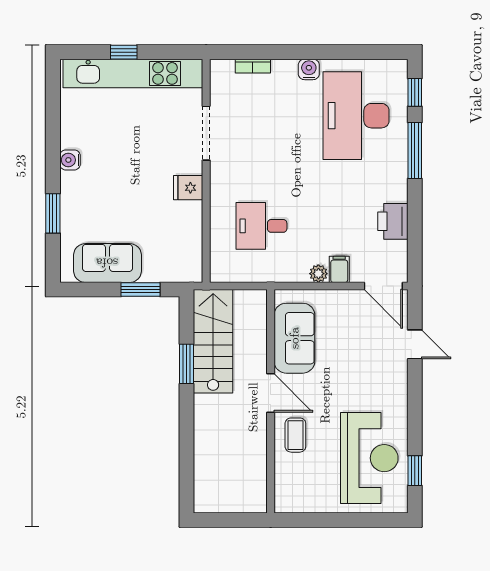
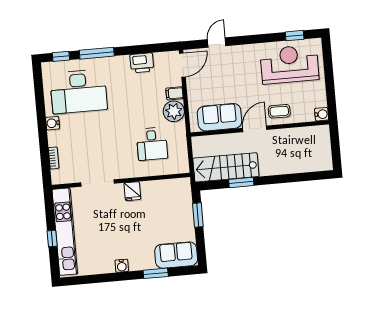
sofa: (107, 263) -> (176, 255), moved, turned 90
plant: (318, 274) -> (174, 111), width x1.88, depth x1.88
water cooler: (285, 503) -> (322, 114), added

